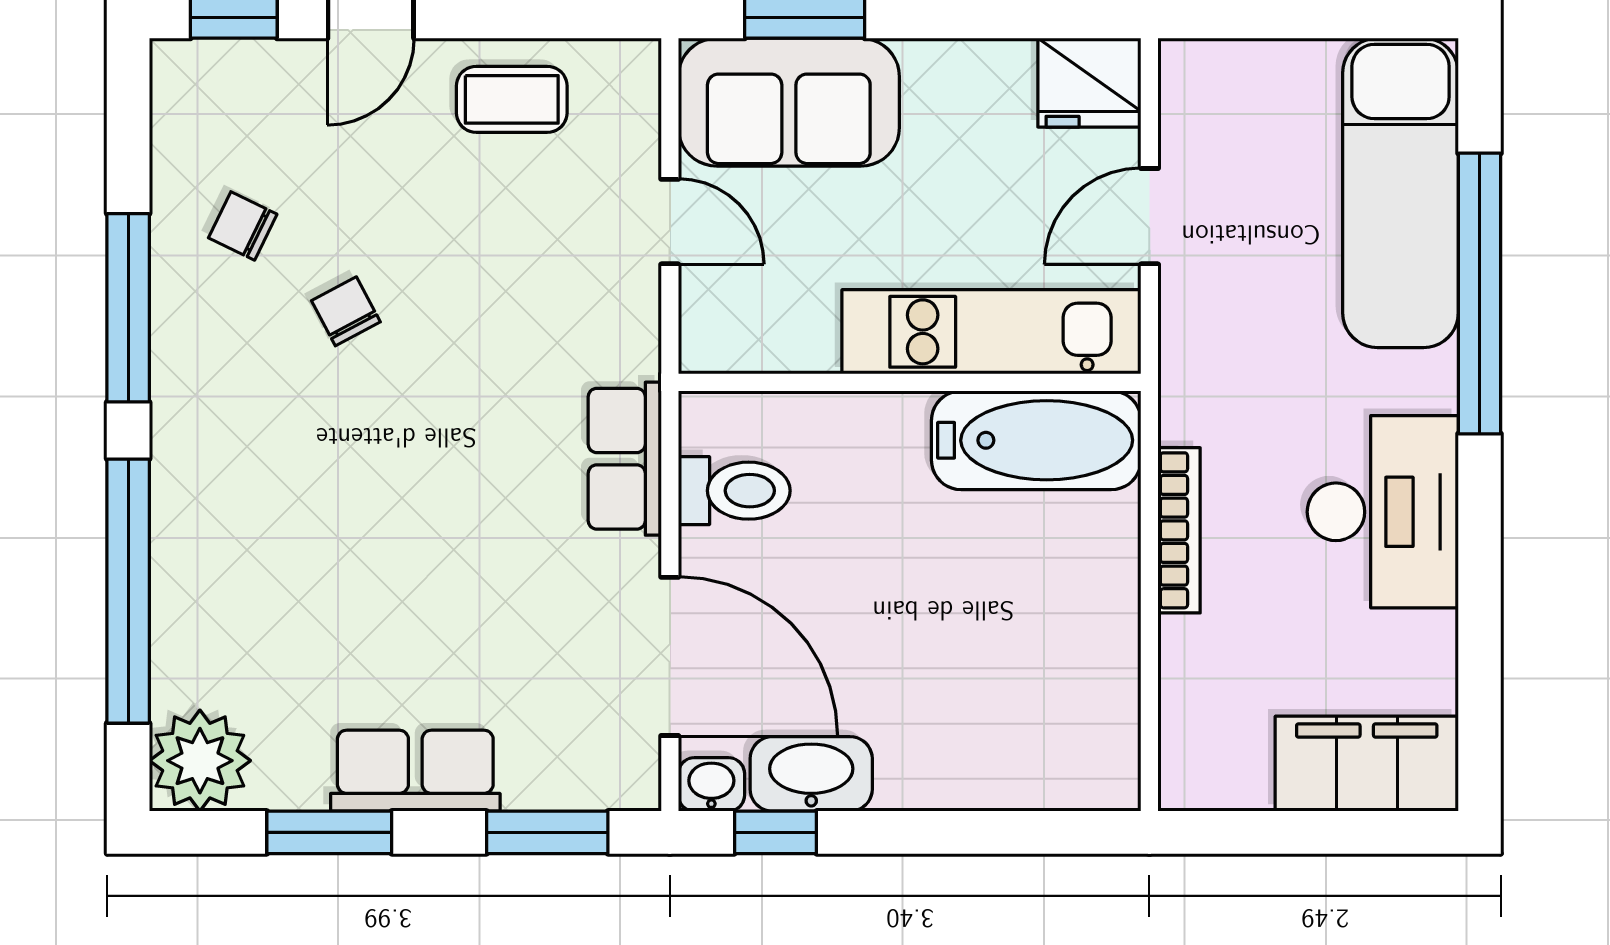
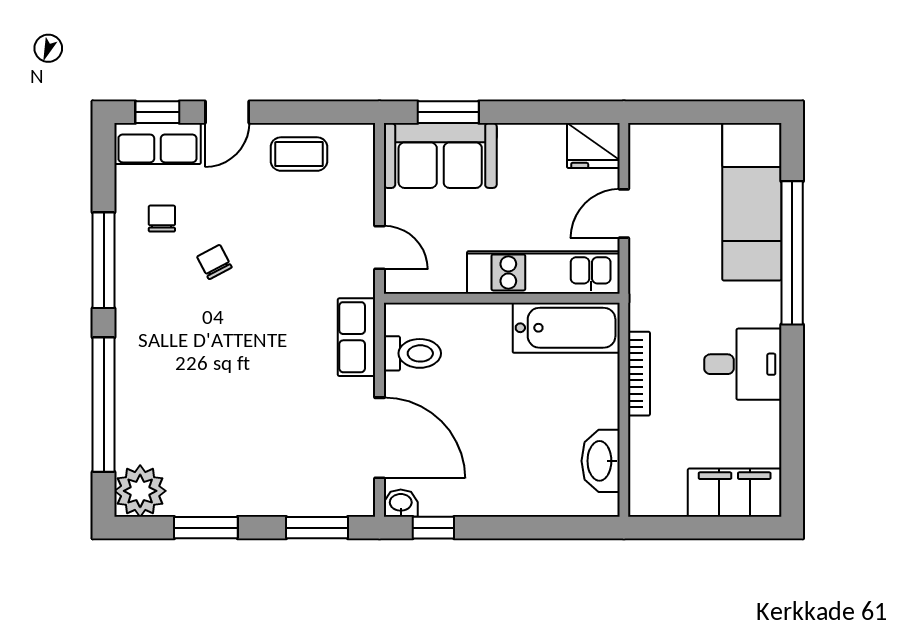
door: (670, 222) -> (380, 247), moved
chair: (243, 226) -> (162, 219), turned 64
desk: (1383, 512) -> (743, 364), width x0.73
row of seats: (415, 771) -> (157, 144), moved, turned 180
washbasin: (811, 774) -> (601, 461), moved, turned -90

